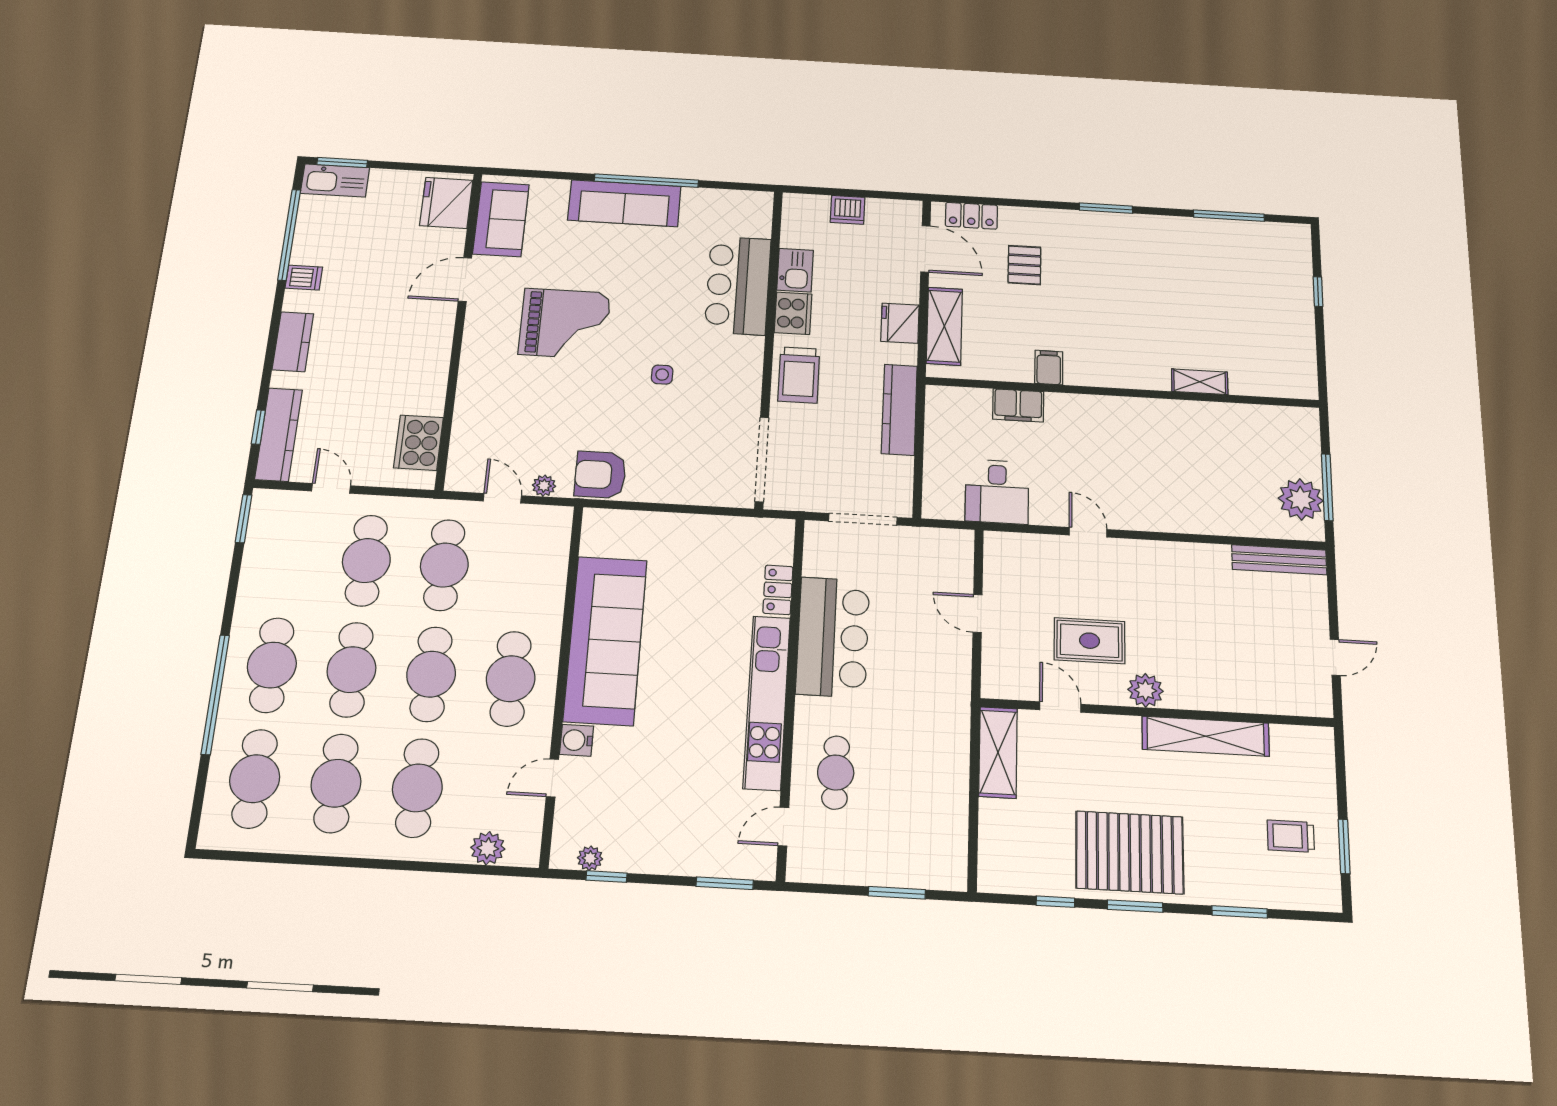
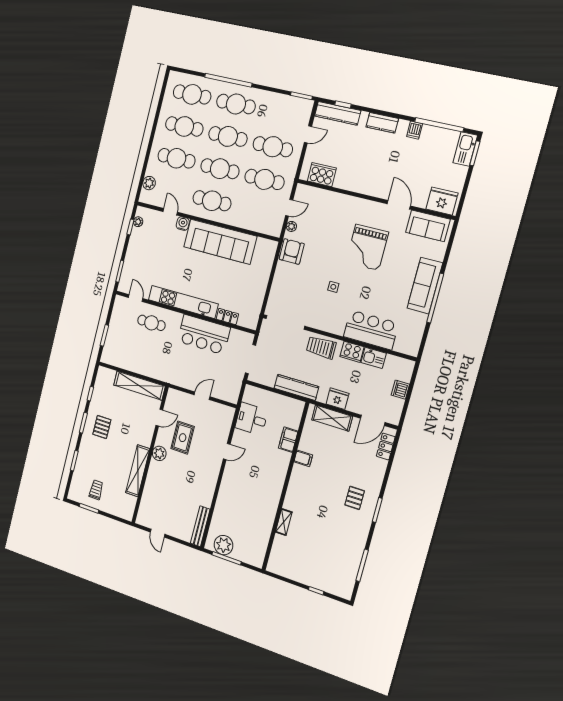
pallet: (1024, 265) -> (355, 498), moved, turned 90
shelving: (998, 752) -> (139, 386), width x1.47
pallet: (1130, 852) -> (102, 427), width x0.49, depth x0.50

